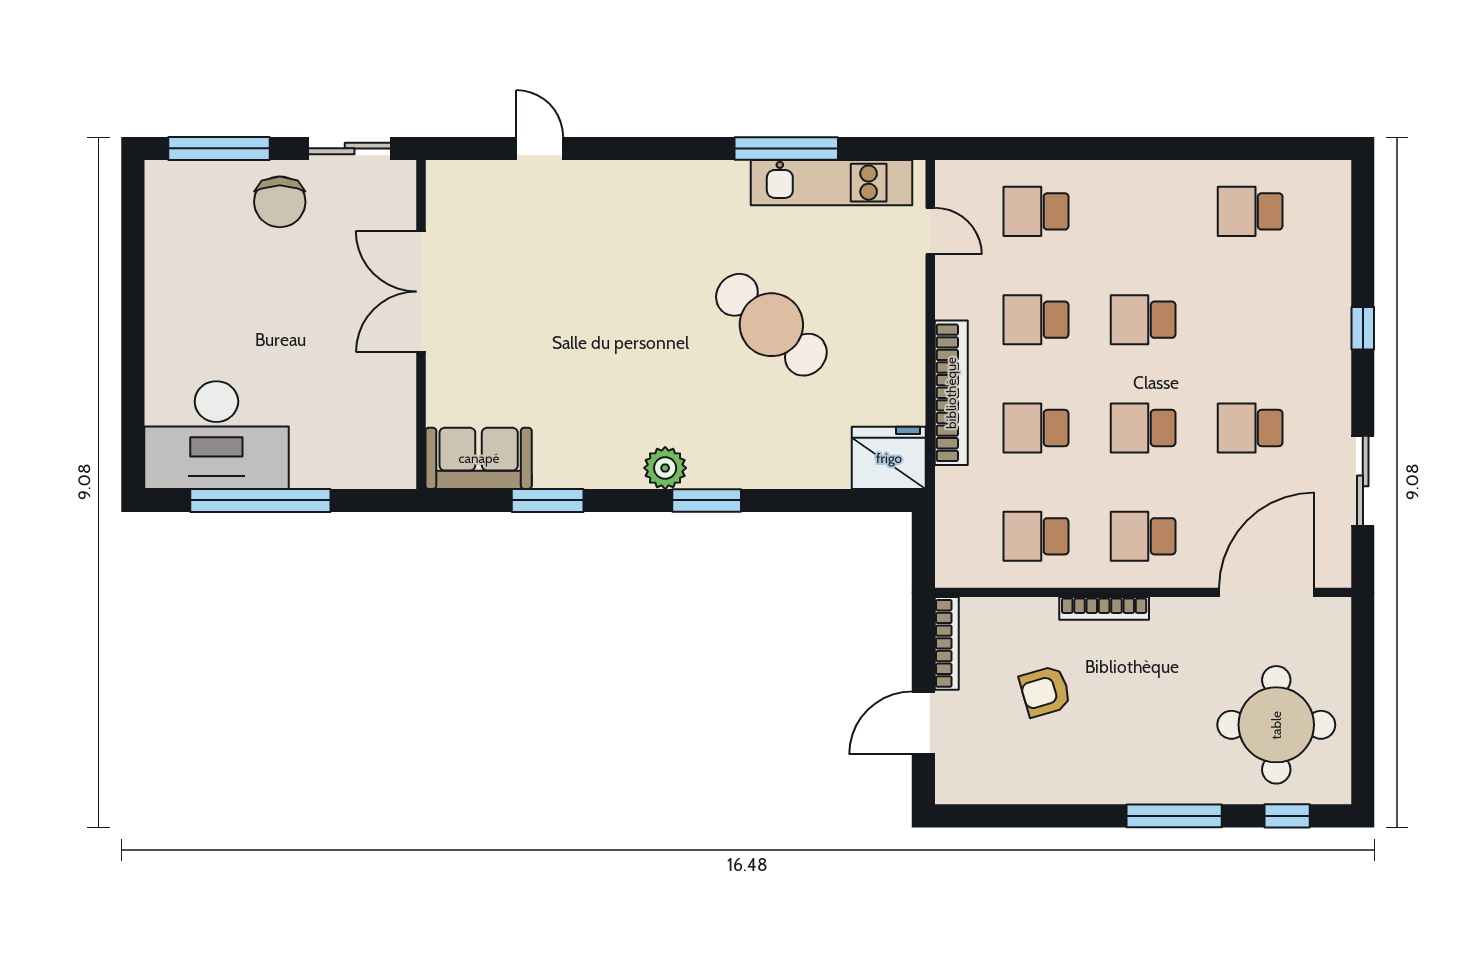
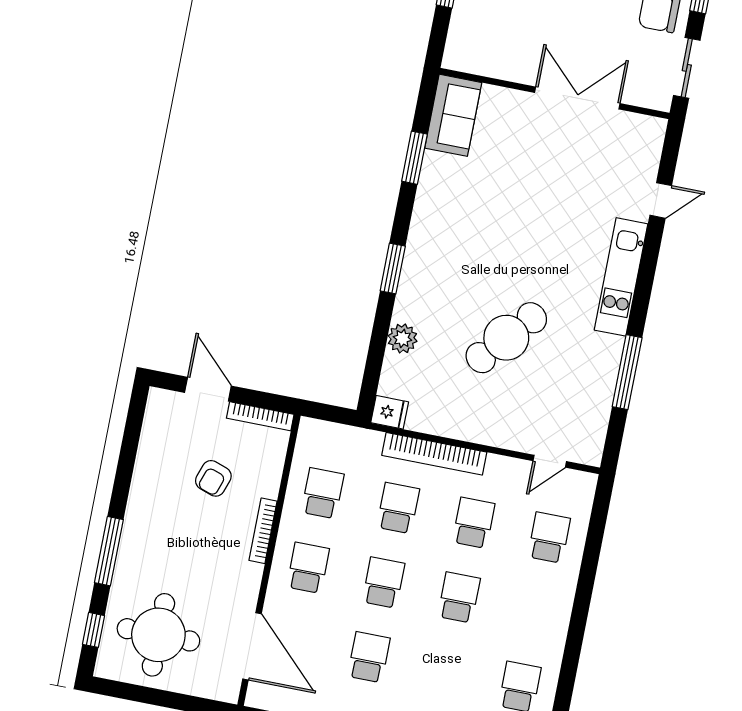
kitchen unit: (831, 183) -> (621, 277), moved
fridge: (889, 458) -> (390, 412), width x0.53, depth x0.75
plant: (665, 468) -> (402, 338), moved
armchair: (1045, 691) -> (213, 478), turned -145

